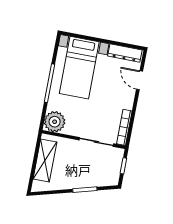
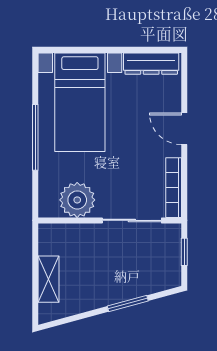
door: (140, 80) -> (184, 129), moved
plant: (55, 122) -> (77, 200), moved
shelving: (45, 160) -> (49, 279), width x0.67, depth x0.75

